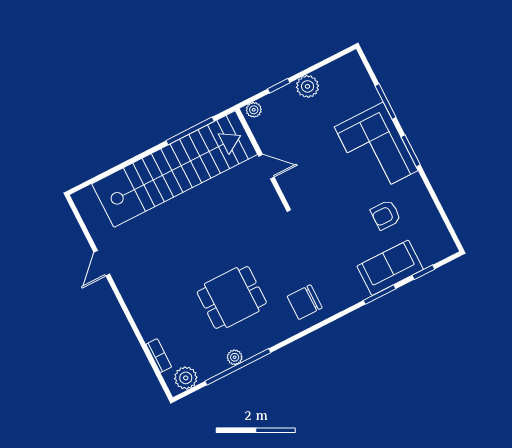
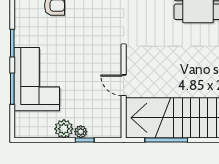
plant: (254, 110) -> (81, 132), moved
corner sofa: (376, 149) -> (37, 79), moved

